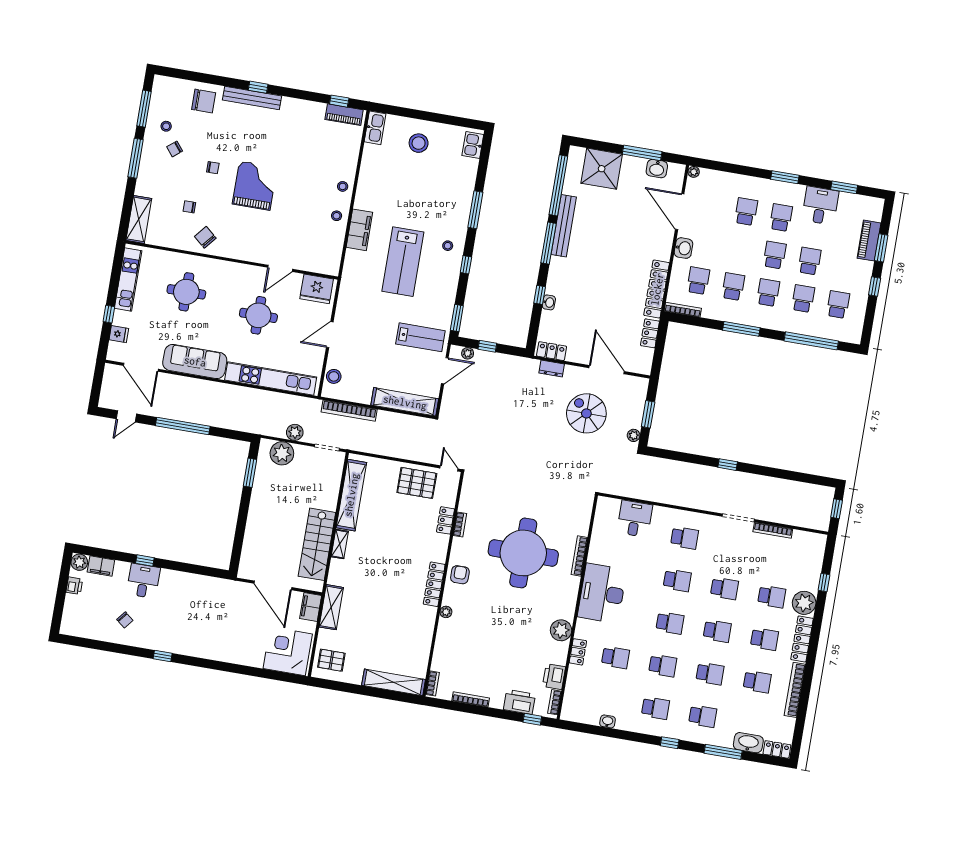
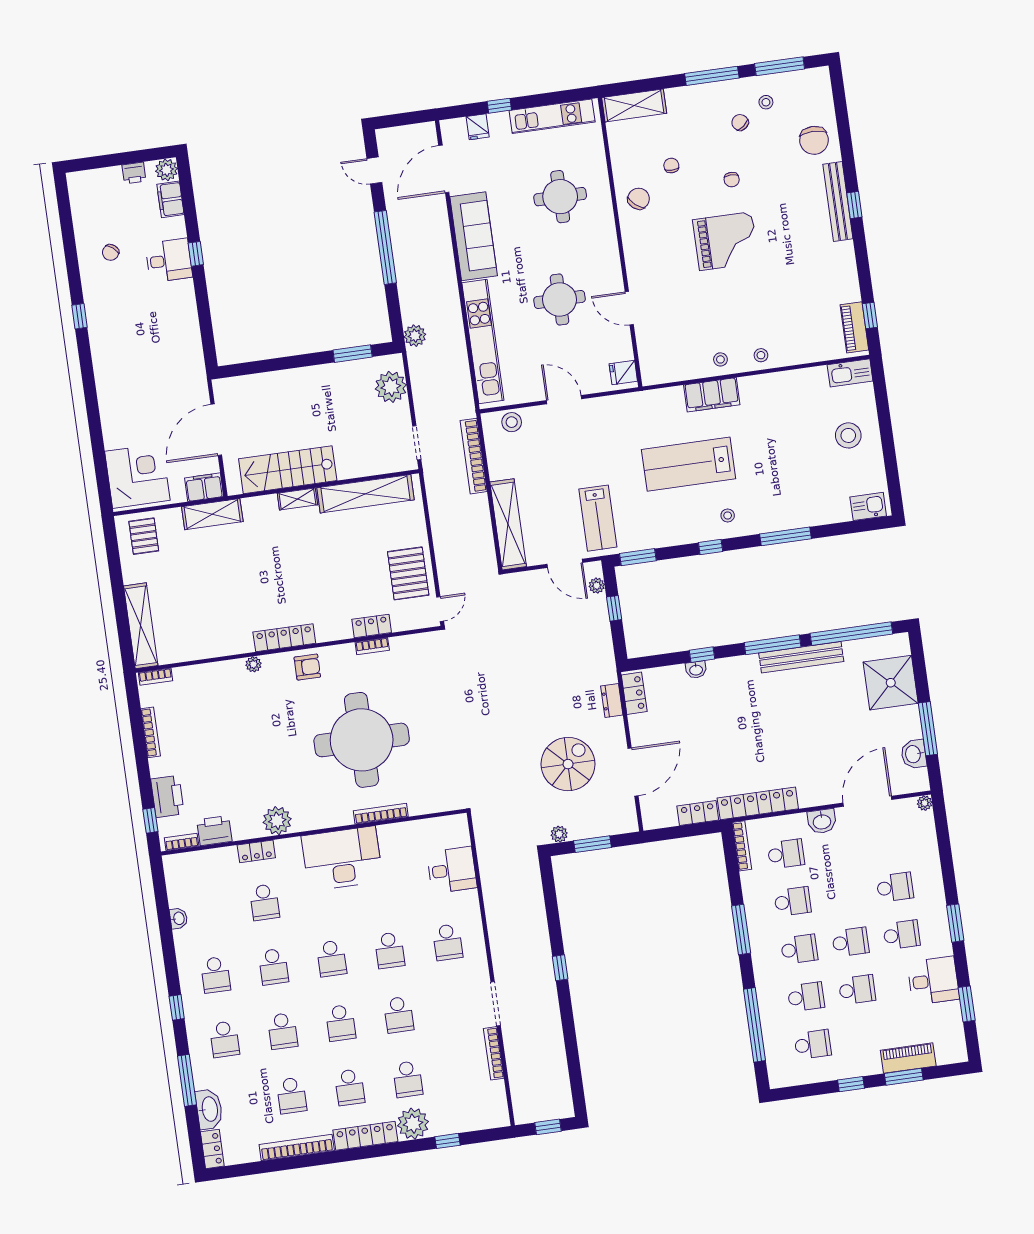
fridge: (317, 289) -> (623, 373), width x0.53, depth x0.75
plant: (295, 432) -> (415, 336), moved

